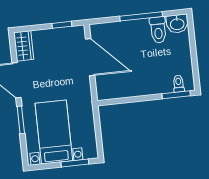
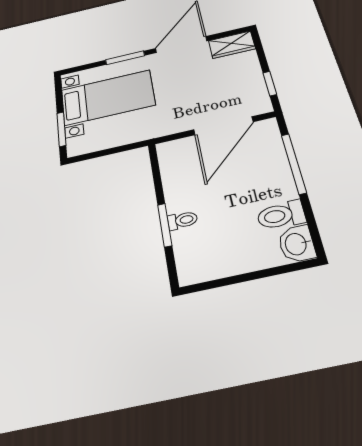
window: (141, 16) -> (294, 164), moved
toilet: (178, 84) -> (183, 220), moved
window: (176, 95) -> (165, 225), moved

